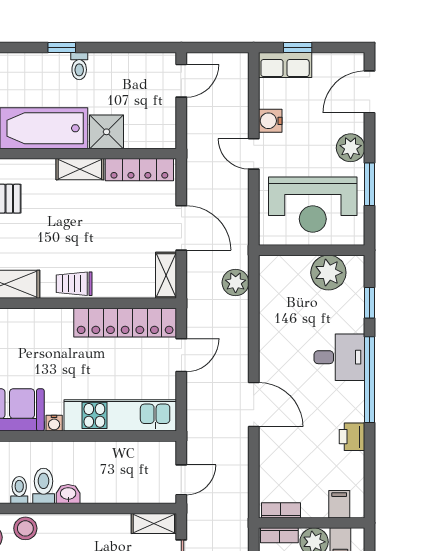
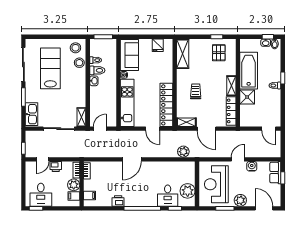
door: (181, 228) -> (206, 129), hinge flipped
trolley: (74, 284) -> (196, 91), moved
desk: (339, 357) -> (168, 196), moved
door: (181, 480) -> (100, 129), swing flipped

